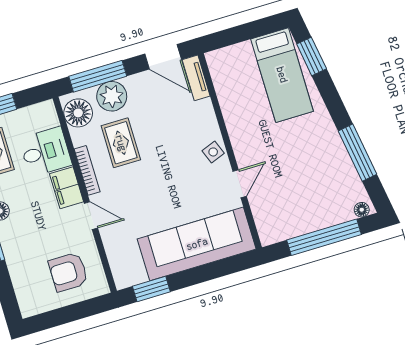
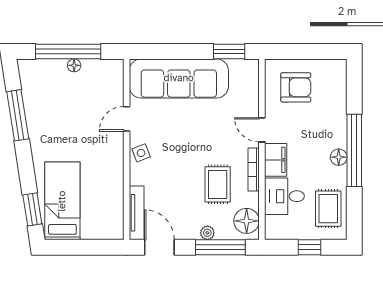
tv unit: (196, 78) -> (137, 213), width x1.41
plant: (112, 96) -> (207, 233), width x0.53, depth x0.53
floor lamp: (362, 210) -> (74, 65), moved

